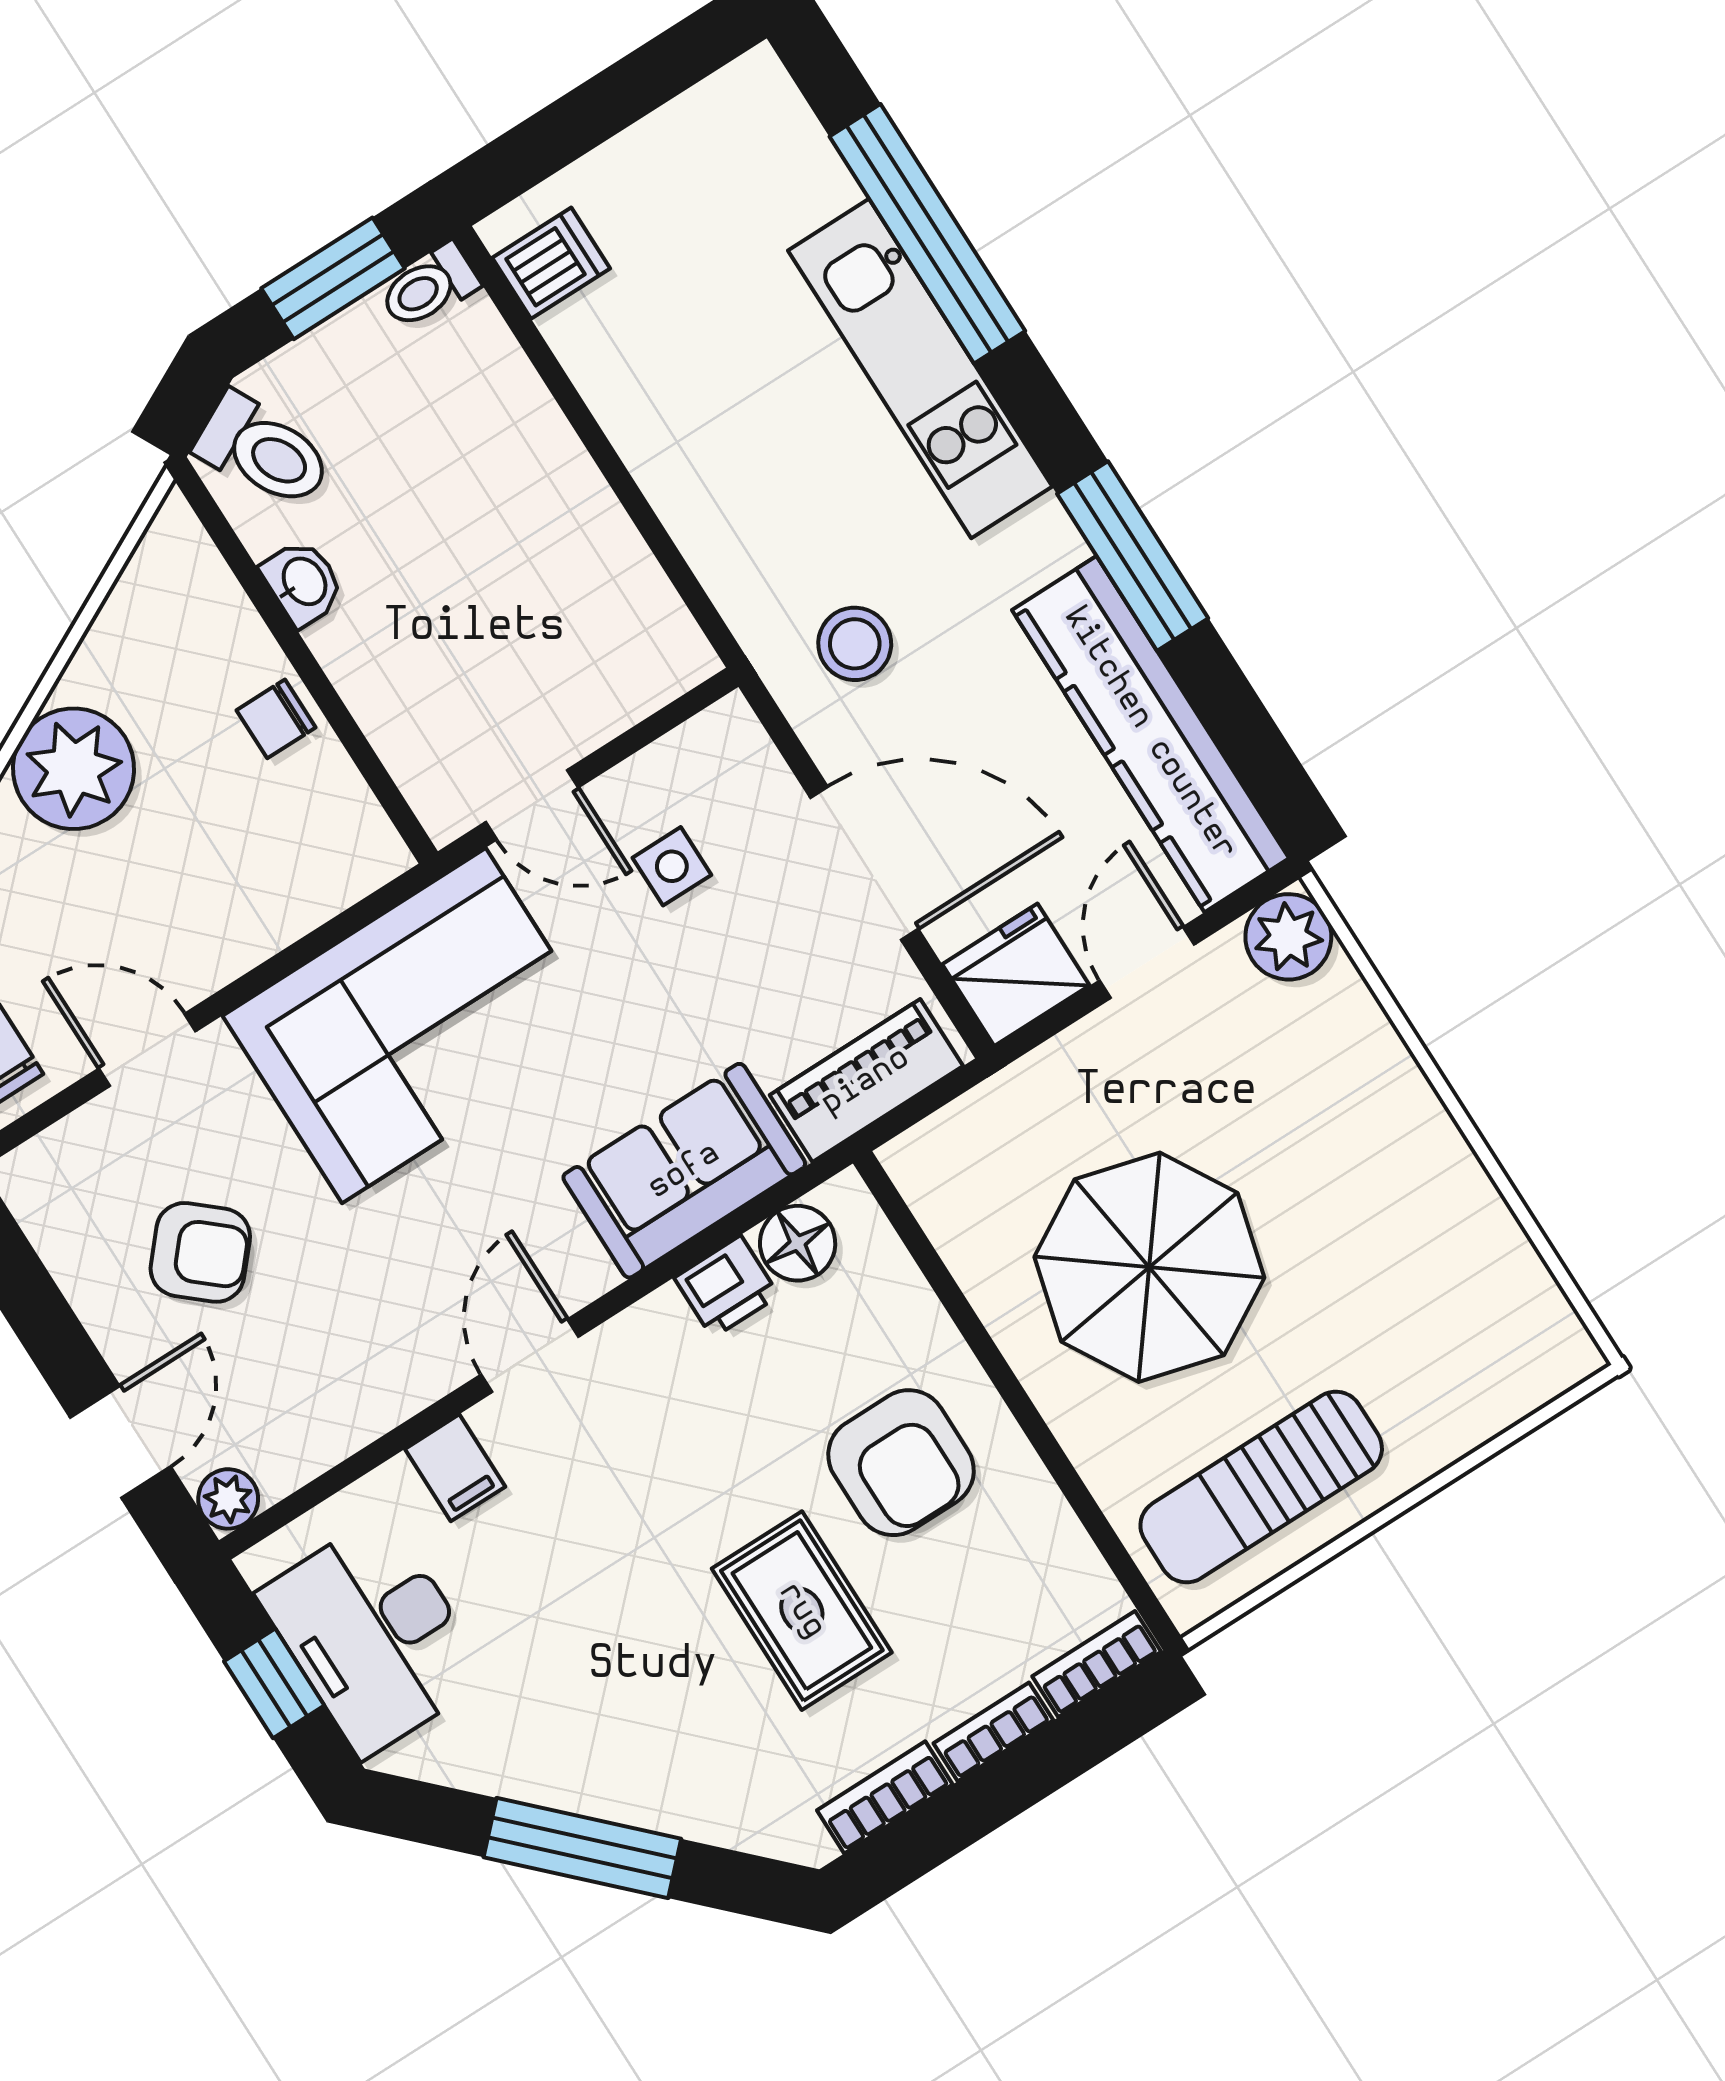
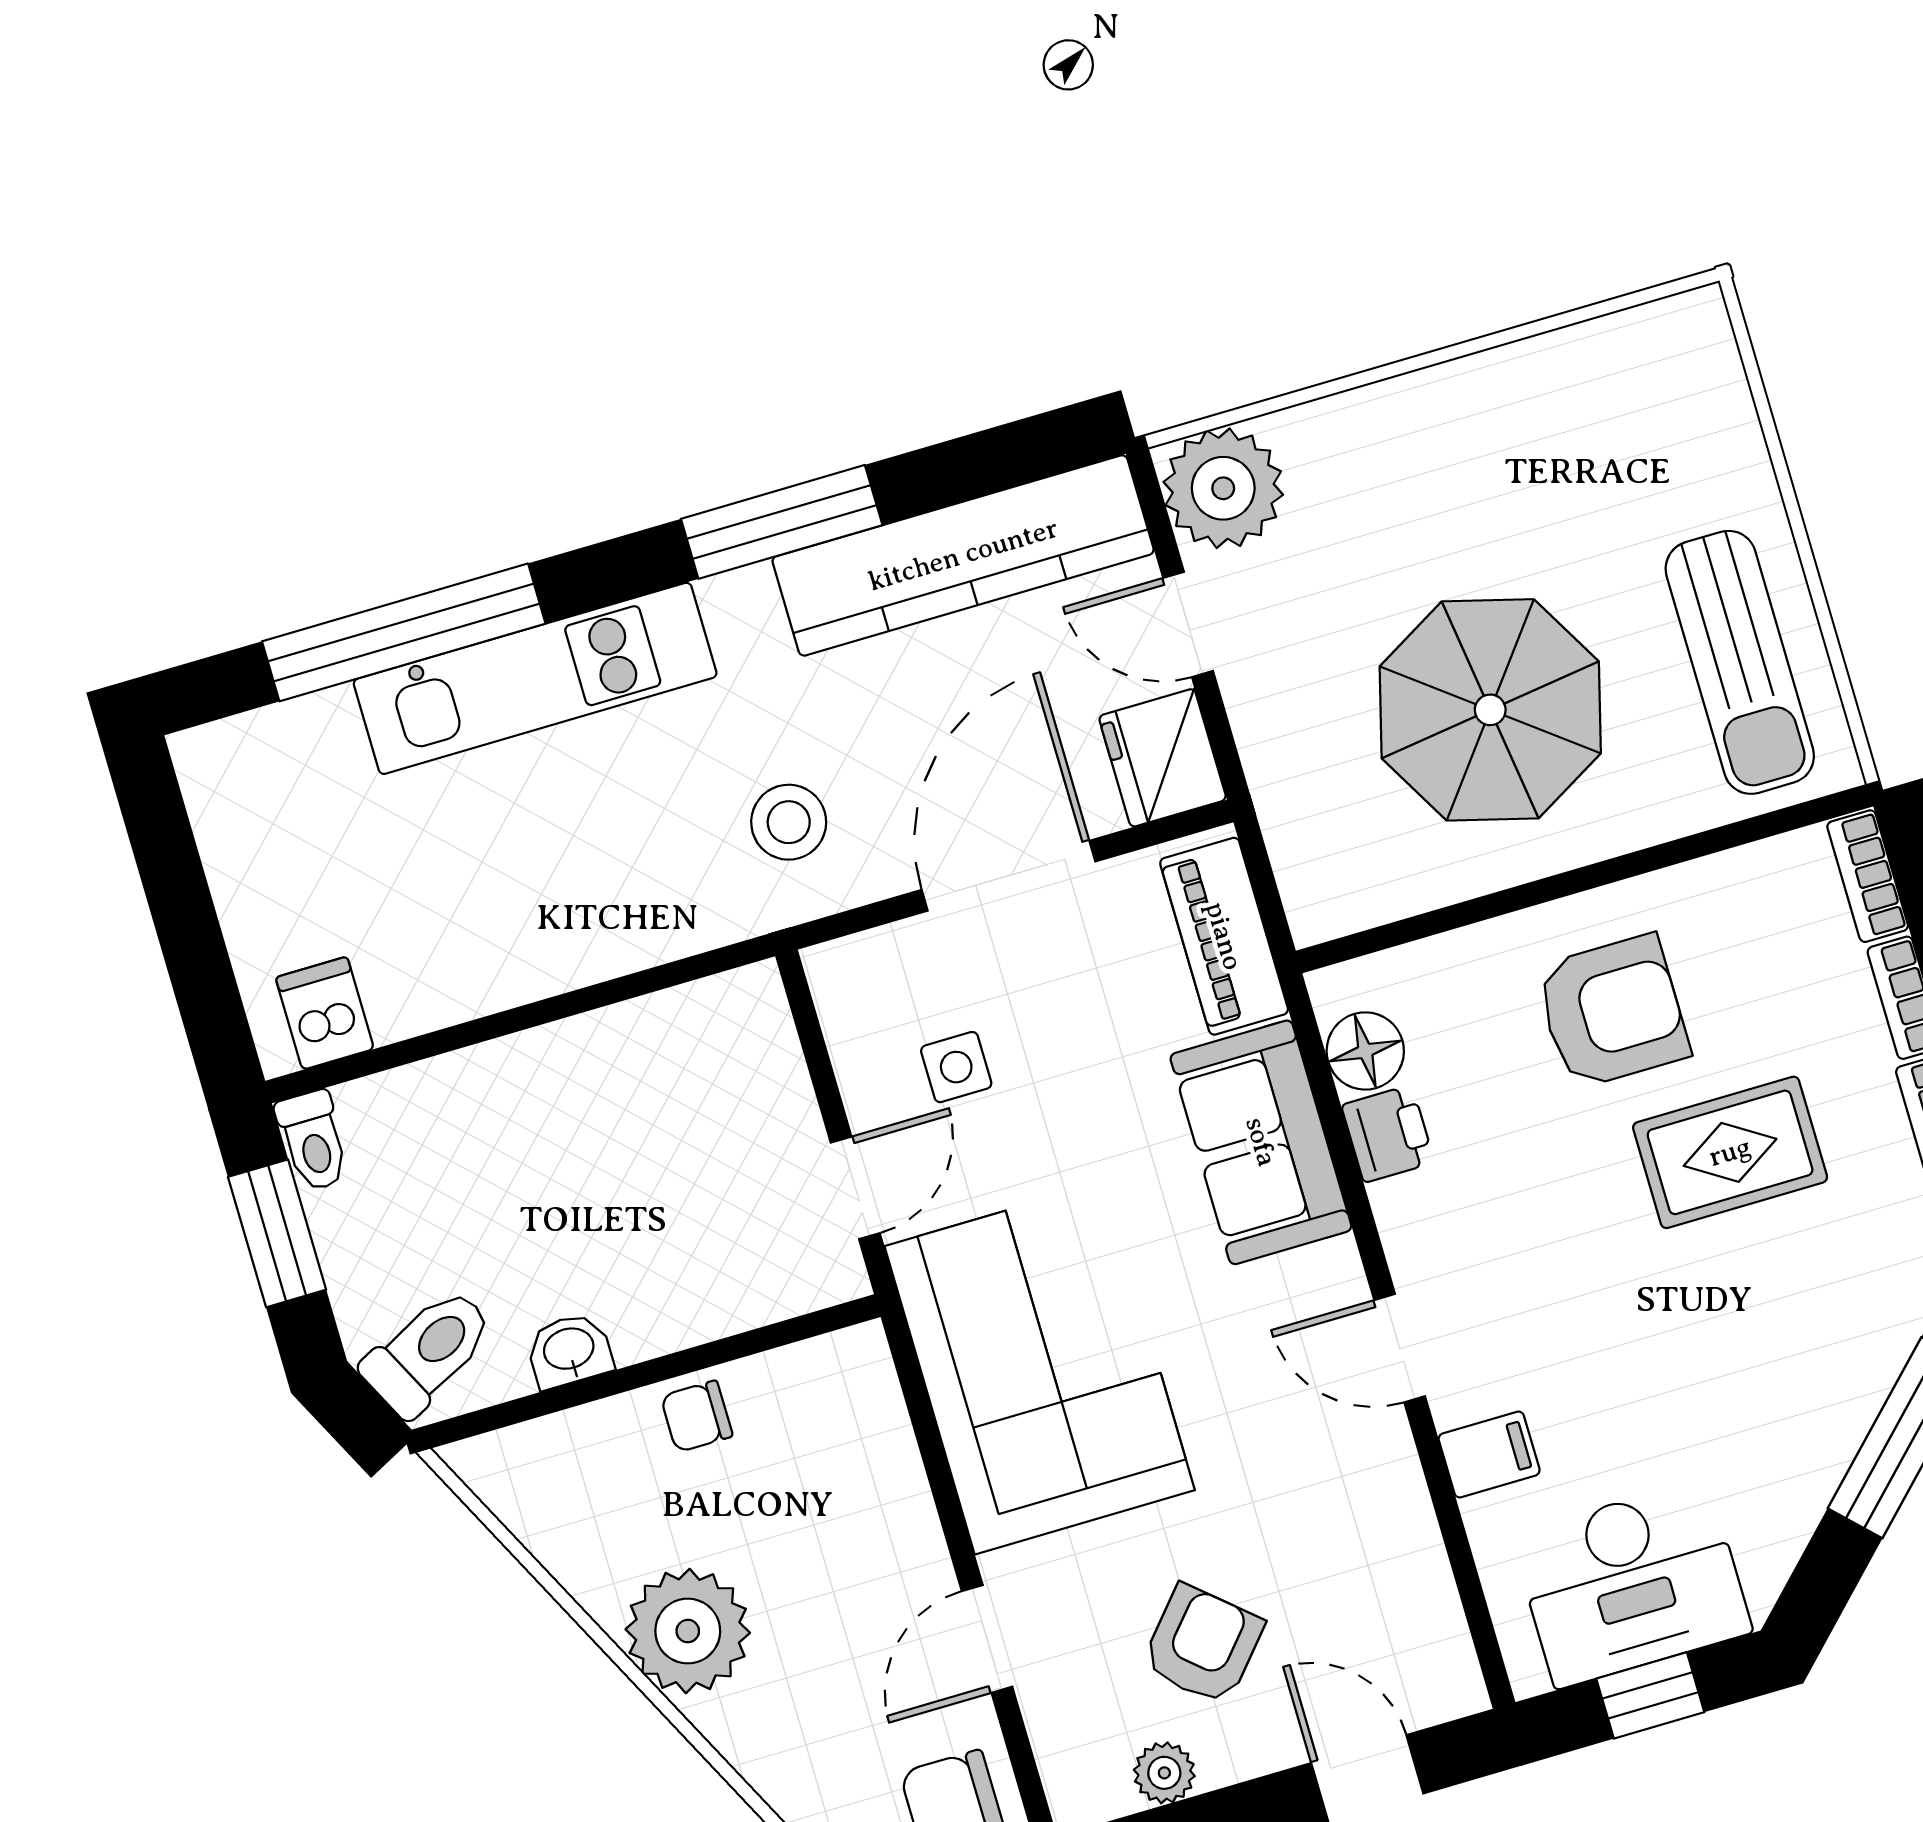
chair: (276, 719) -> (697, 1416), turned 90
plant: (1288, 937) -> (1223, 488), width x1.36, depth x1.36
plant: (228, 1499) -> (1164, 1773), moved

